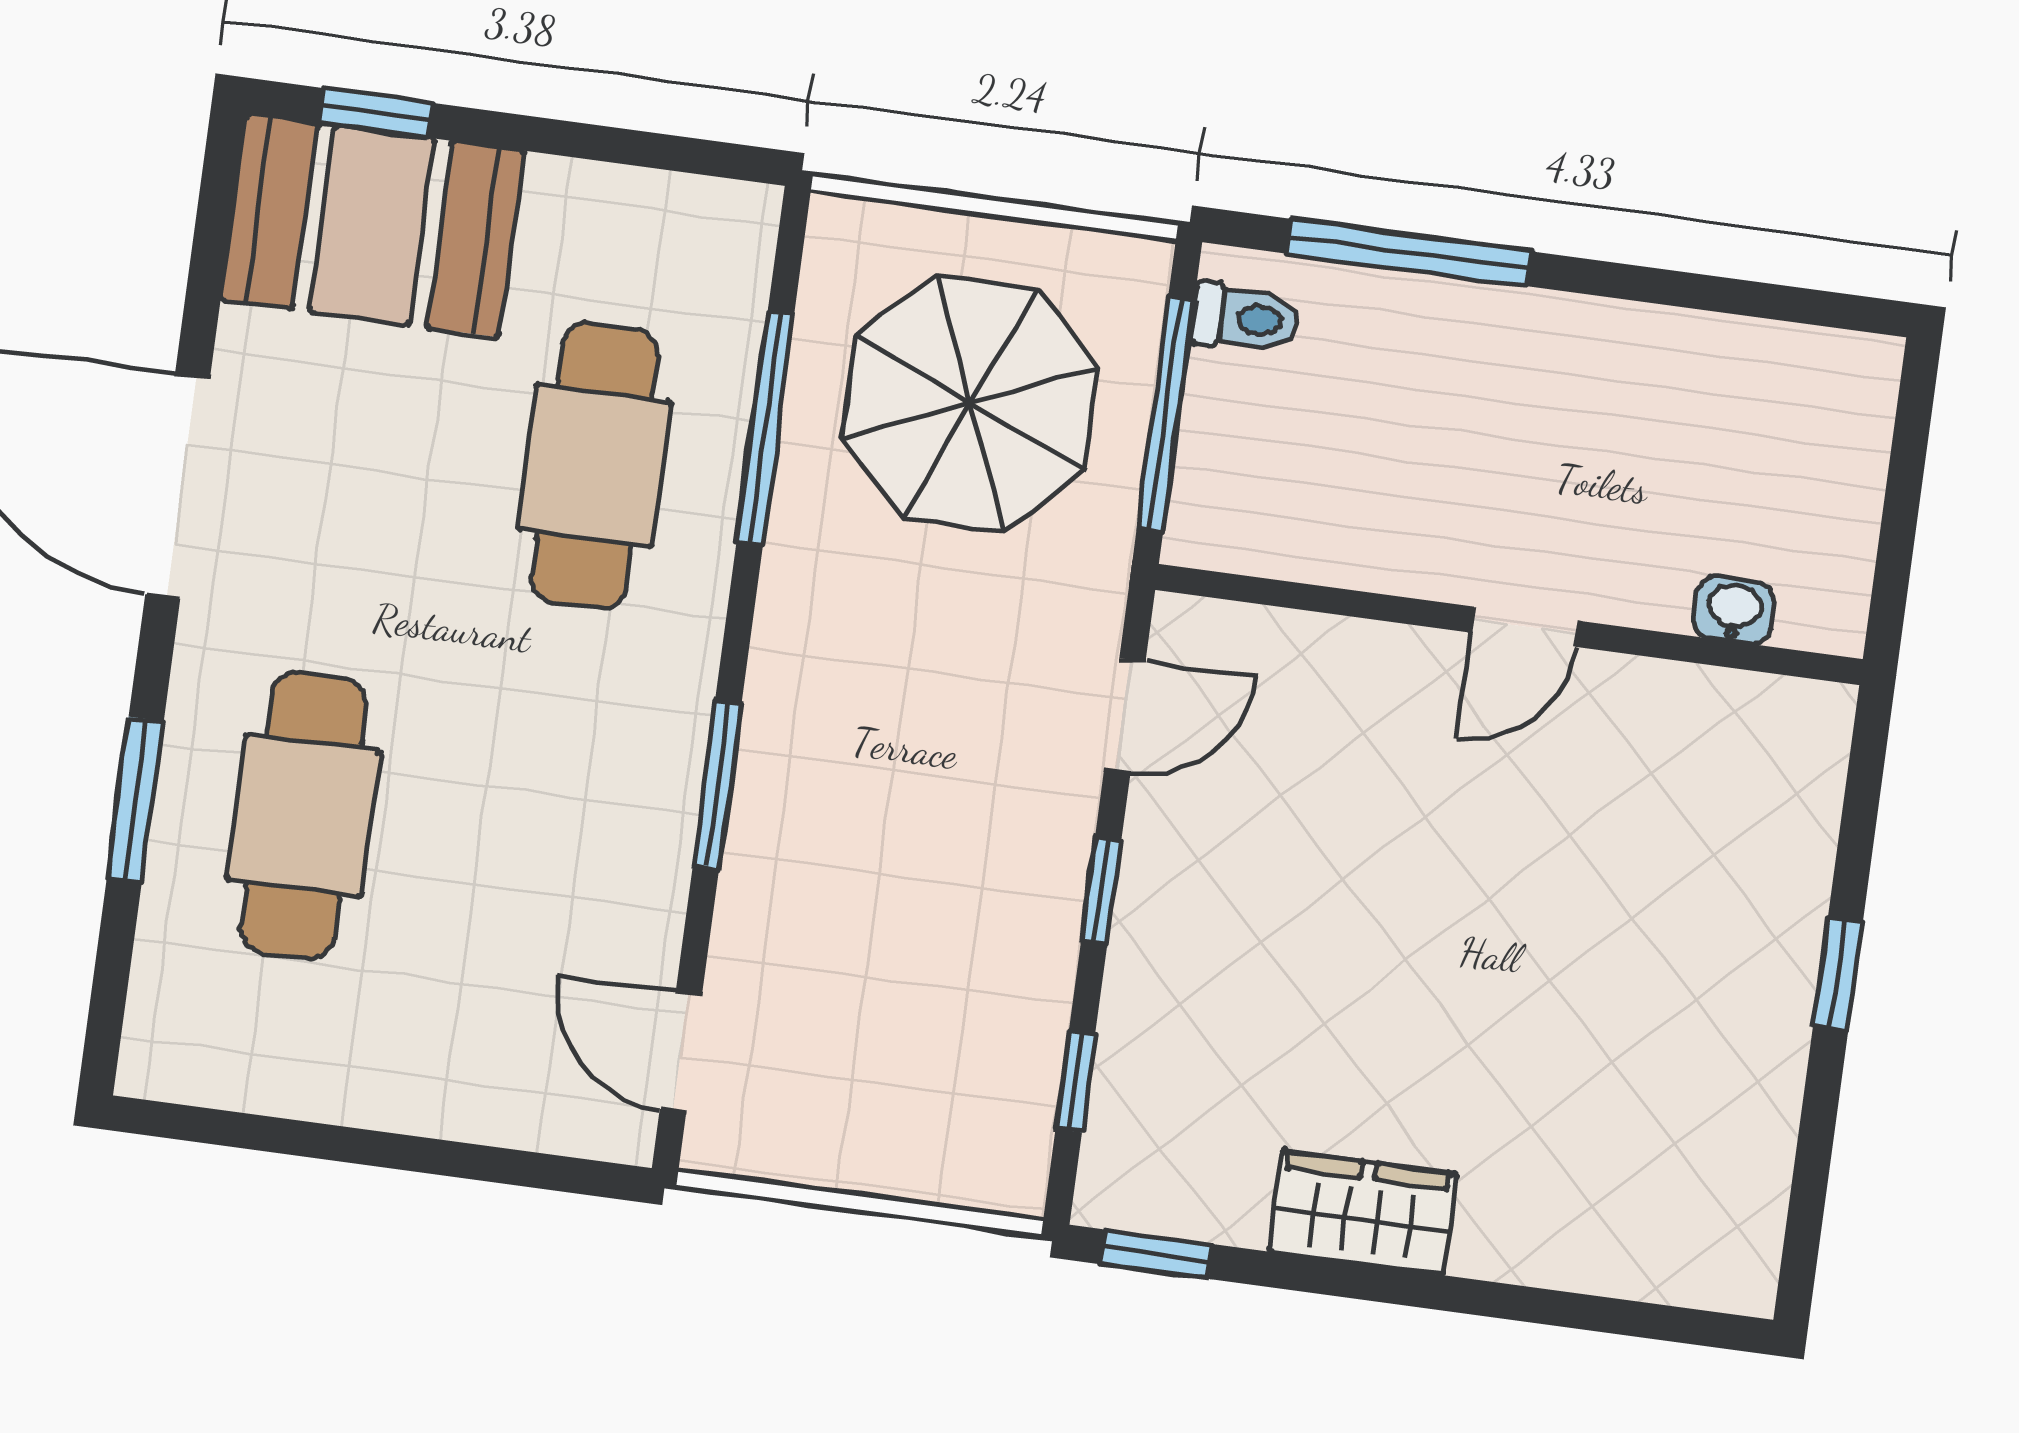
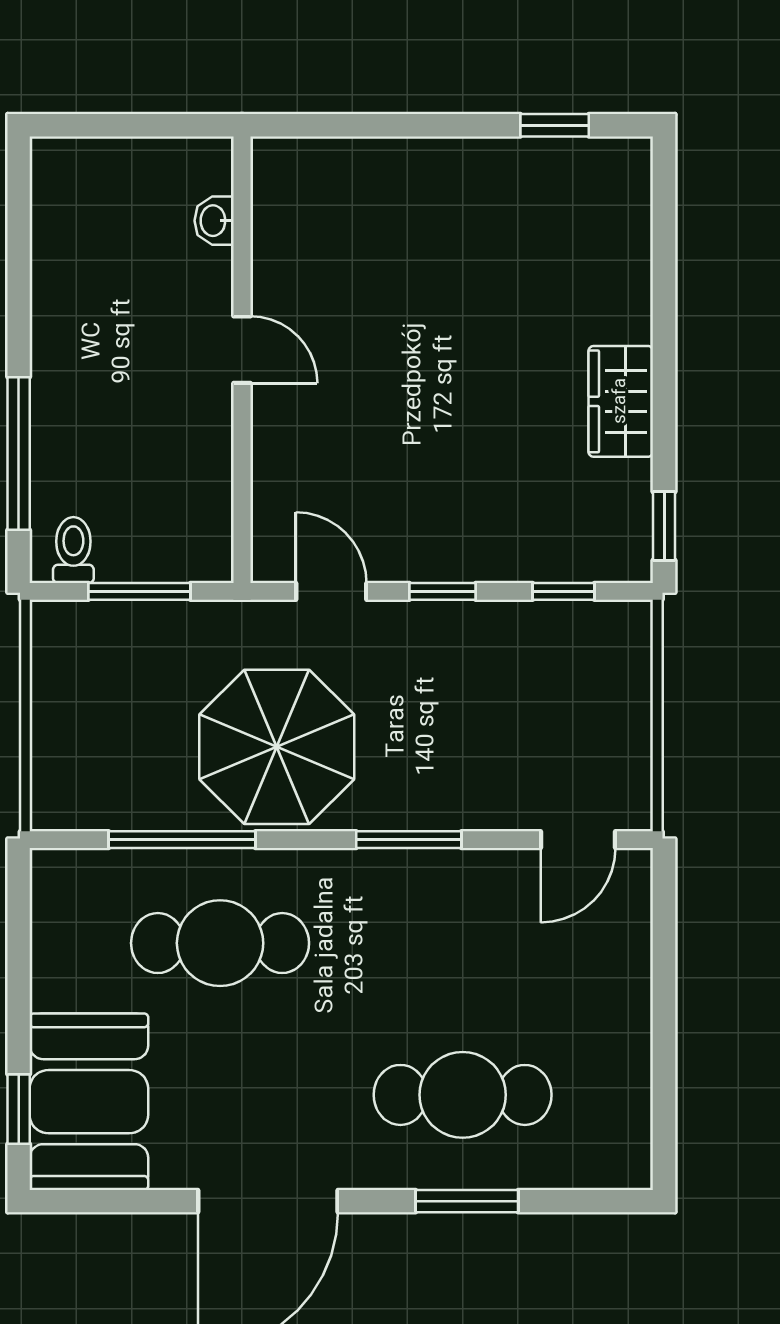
parasol: (970, 403) -> (277, 747), moved
window: (1166, 413) -> (139, 591), width x0.69
window: (1838, 974) -> (555, 125), moved

